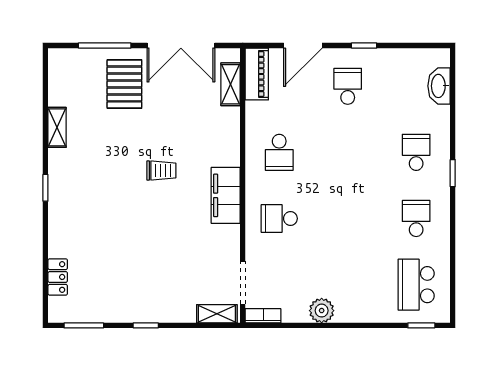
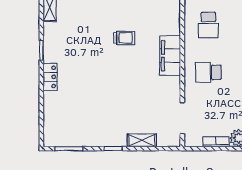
locker: (58, 277) -> (50, 77), moved
shelving: (217, 314) -> (142, 140), moved
bookcase: (263, 316) -> (216, 142), moved

